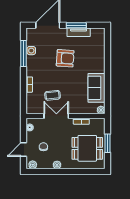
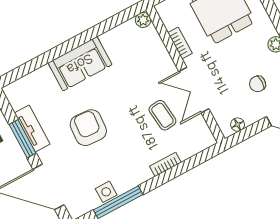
sofa: (97, 88) -> (80, 64), moved

